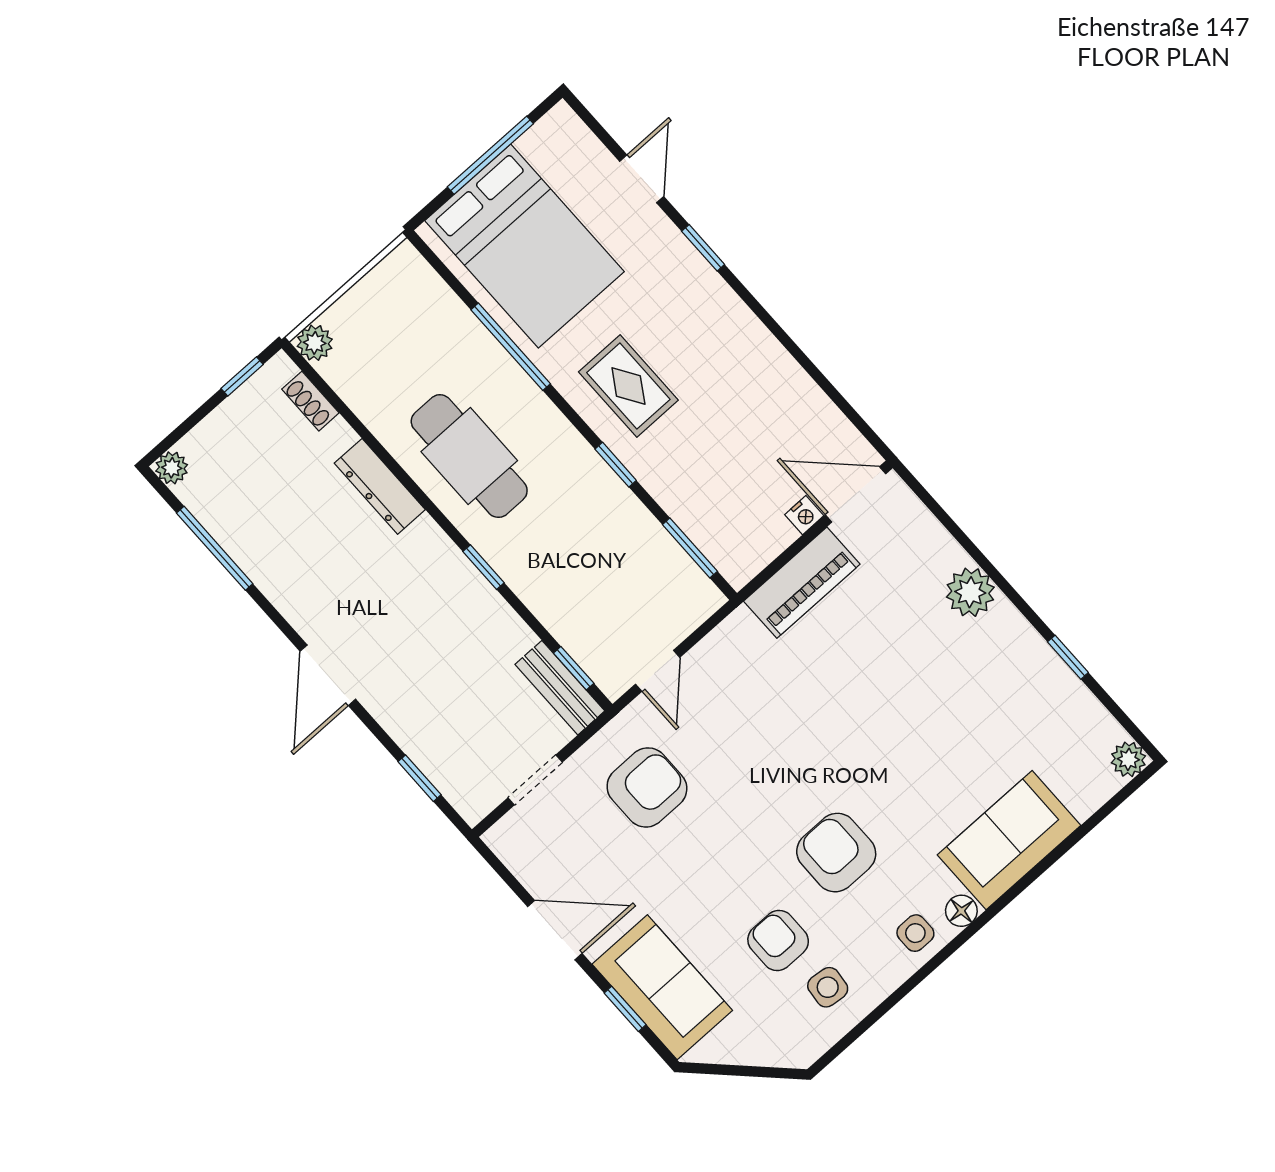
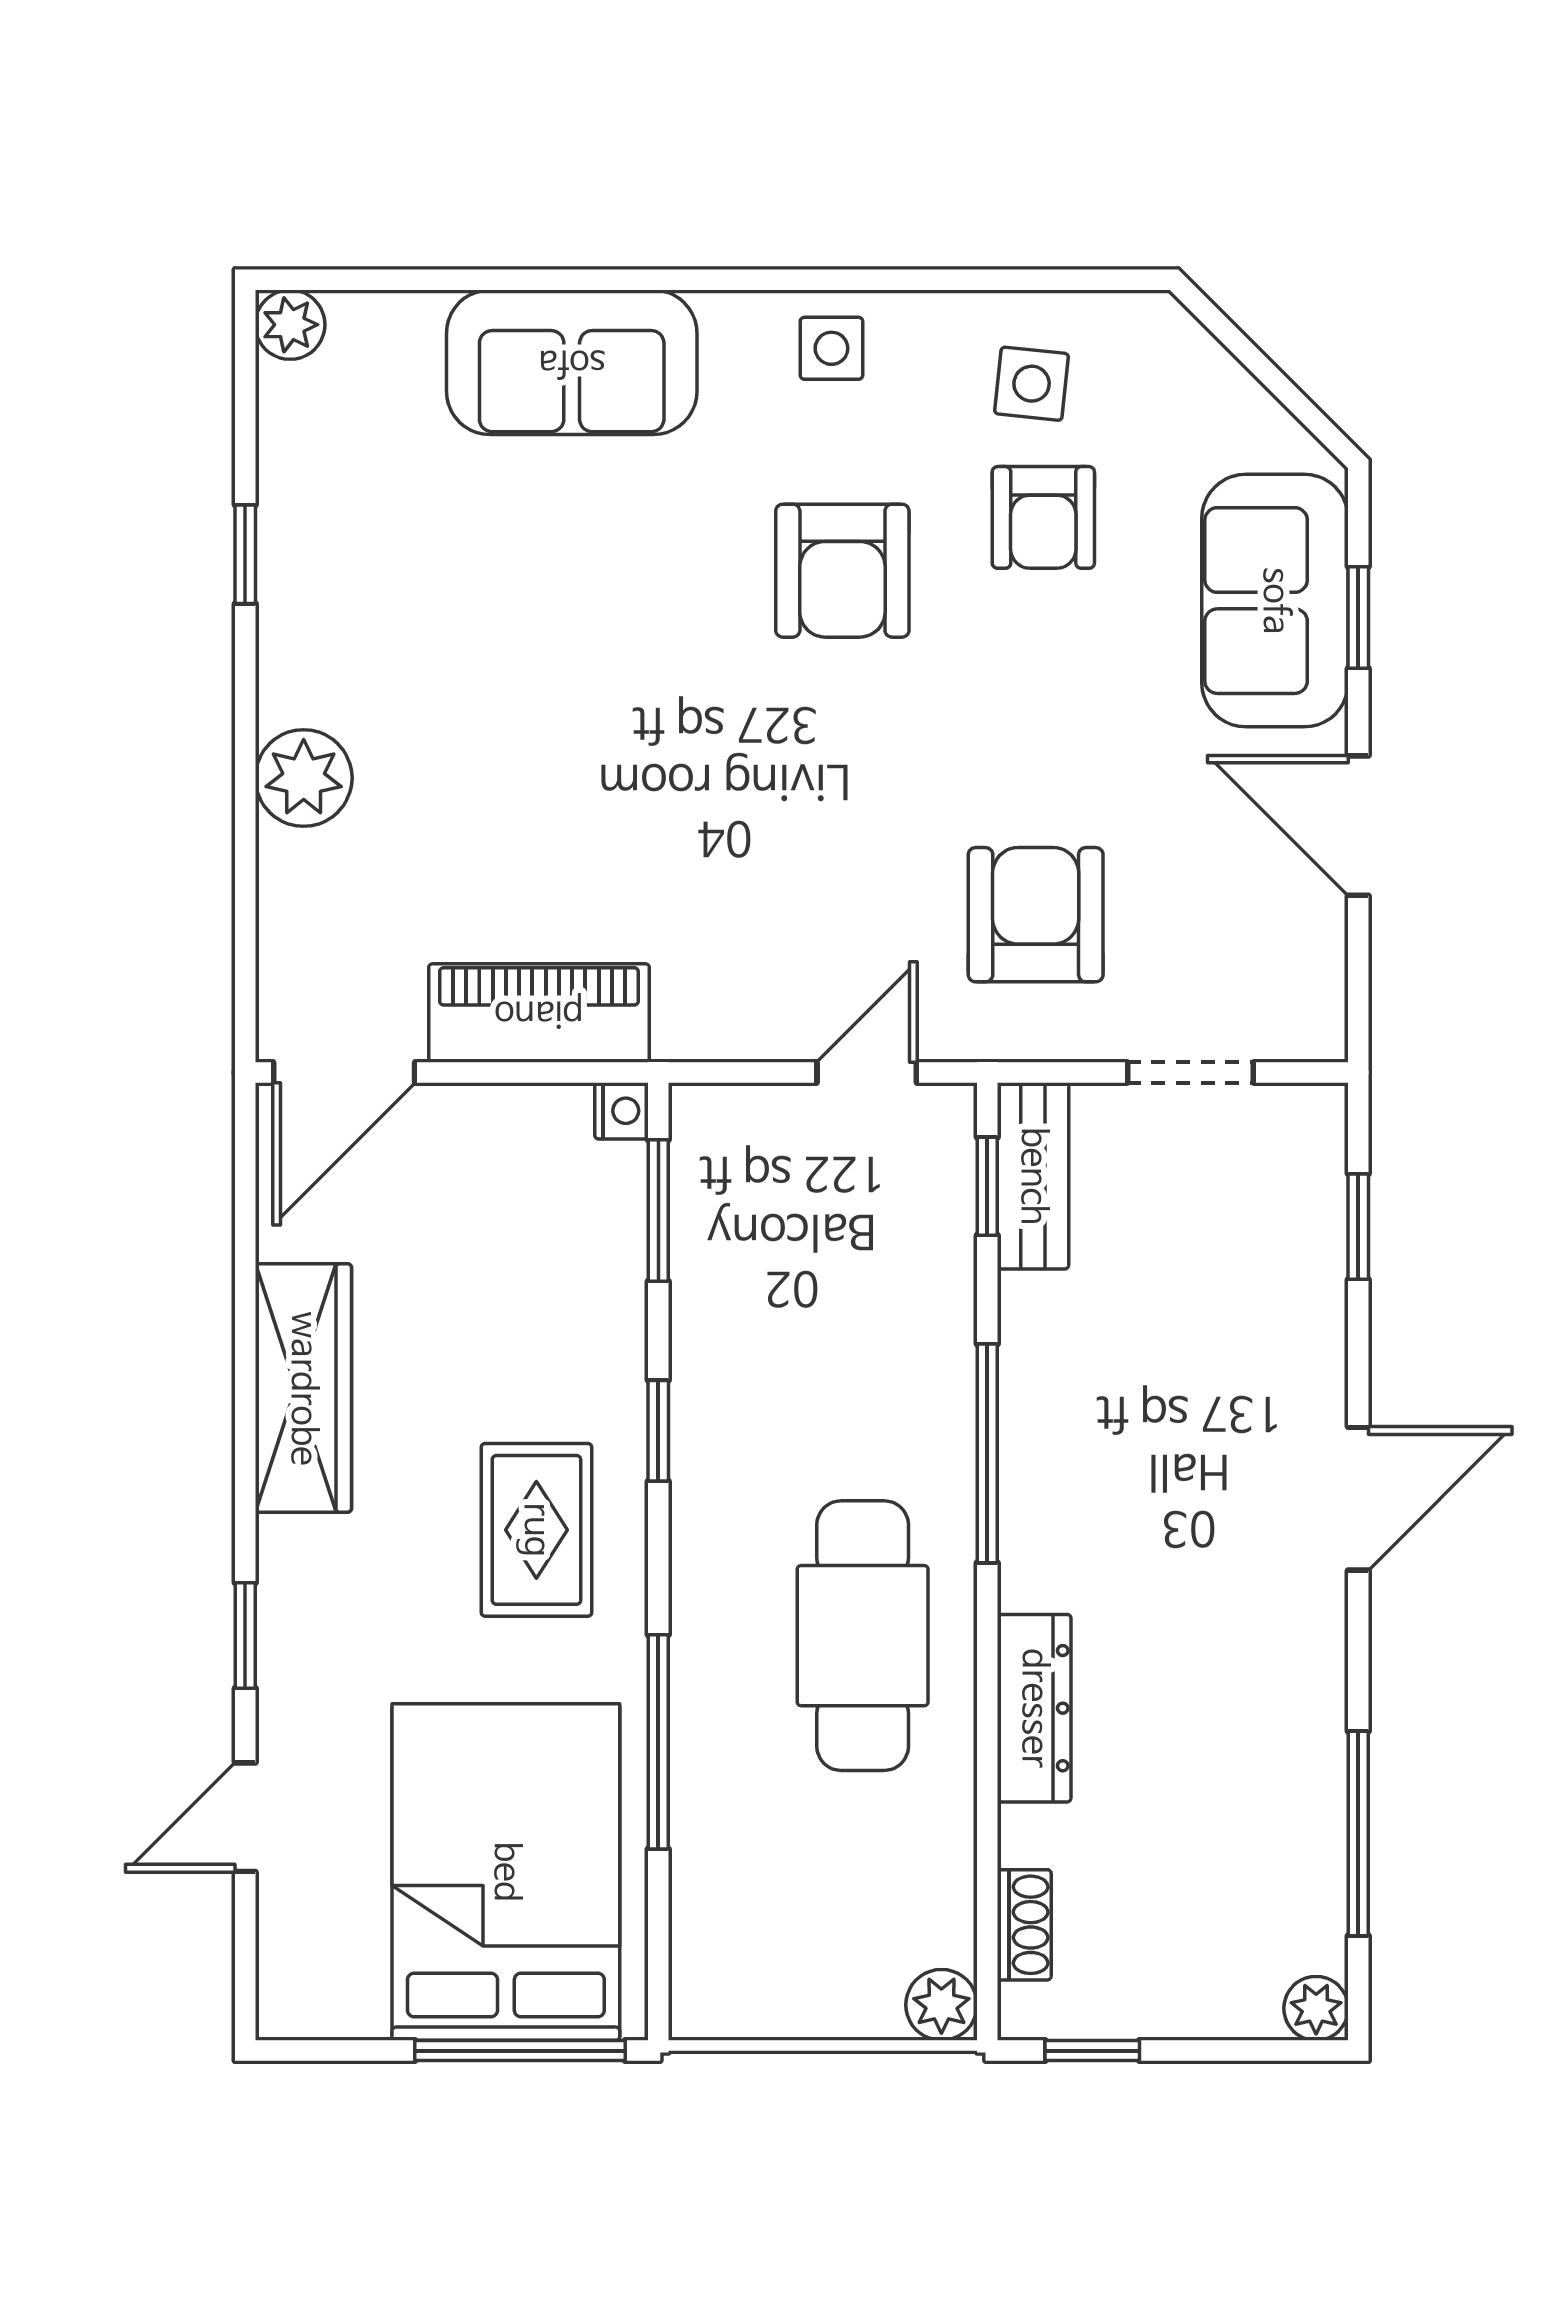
window: (490, 155) -> (520, 2051), moved
wardrobe: (765, 361) -> (303, 1388), added
door: (856, 494) -> (344, 1072), hinge flipped
nightstand: (804, 515) -> (622, 1111), moved, turned 90
window: (484, 567) -> (987, 1453), width x2.17
armchair: (647, 787) -> (1036, 915), turned 90
floor lamp: (961, 911) -> (735, 321), removed

